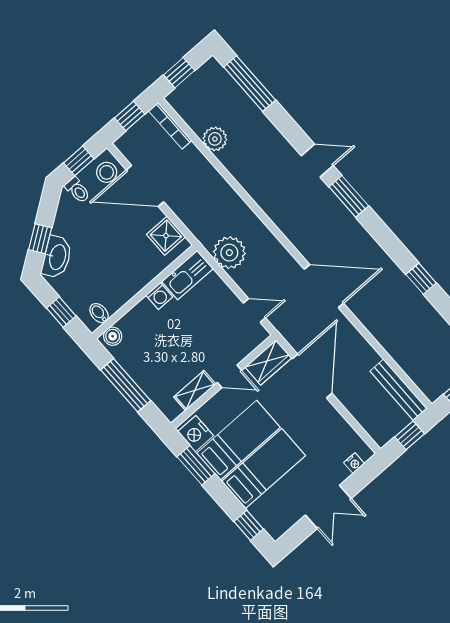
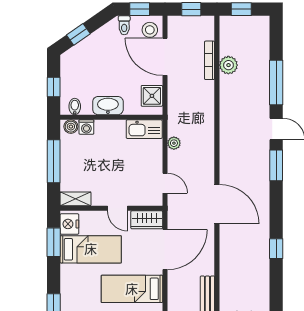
window: (250, 84) -> (276, 82), moved
bookcase: (170, 126) -> (210, 60), moved
plant: (229, 253) -> (174, 143), width x0.53, depth x0.53
washbasin: (57, 257) -> (108, 106), moved, turned -145
washing machine: (159, 296) -> (86, 127), moved
shelving: (195, 390) -> (76, 199), moved
bed: (264, 468) -> (132, 289), moved, turned 180

